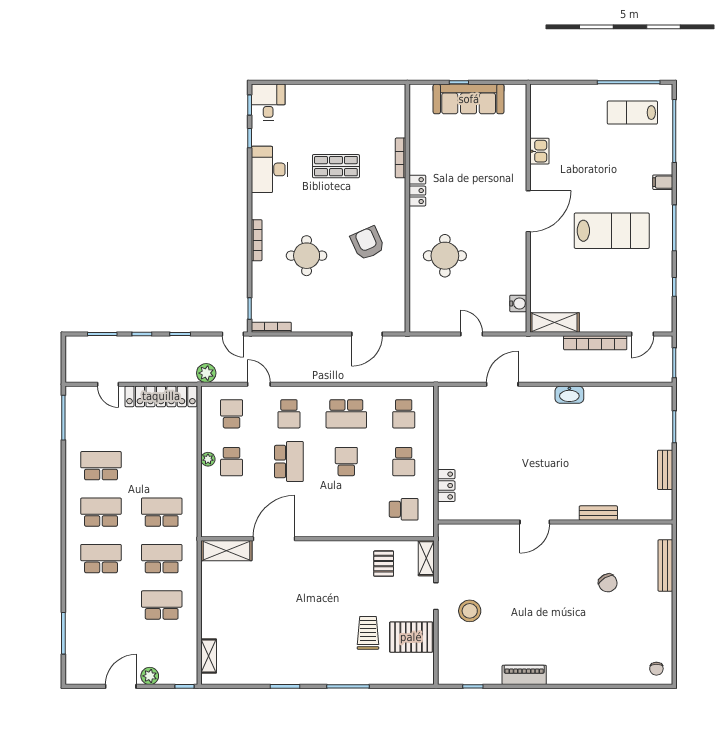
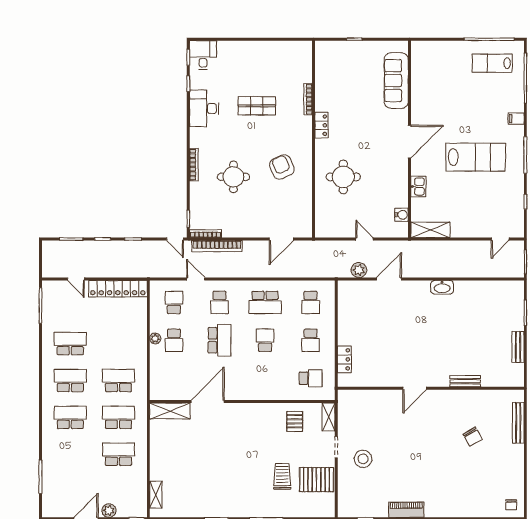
sofa: (469, 99) -> (396, 81), moved, turned 90
kitchen sink: (539, 151) -> (418, 187), moved
bookcase: (595, 343) -> (217, 246), moved
plant: (206, 373) -> (359, 270), moved

